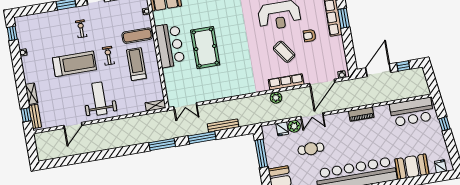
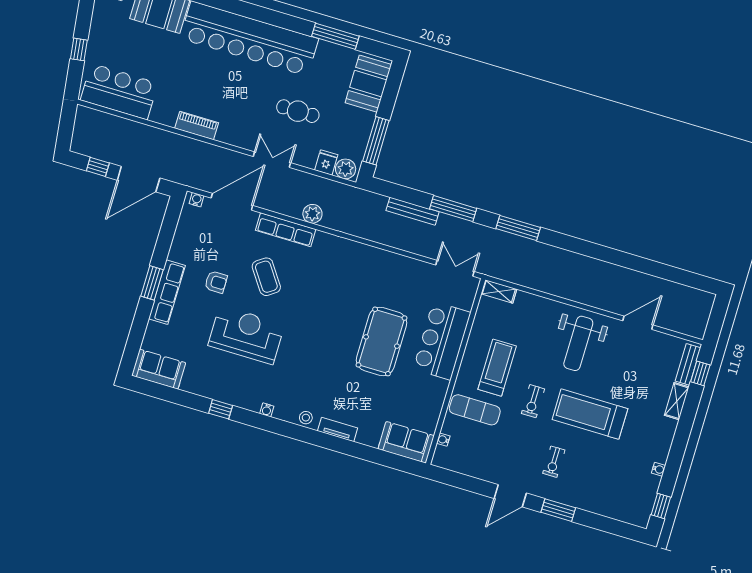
bar counter: (170, 45) -> (442, 341), moved
treadmill: (136, 64) -> (497, 368), turned 180
plant: (294, 126) -> (346, 169), moved

